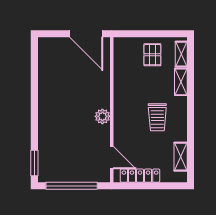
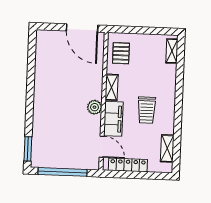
pallet: (152, 55) -> (121, 53), moved
shelving: (181, 82) -> (112, 87), moved
filing cabinet: (123, 128) -> (113, 119), added

